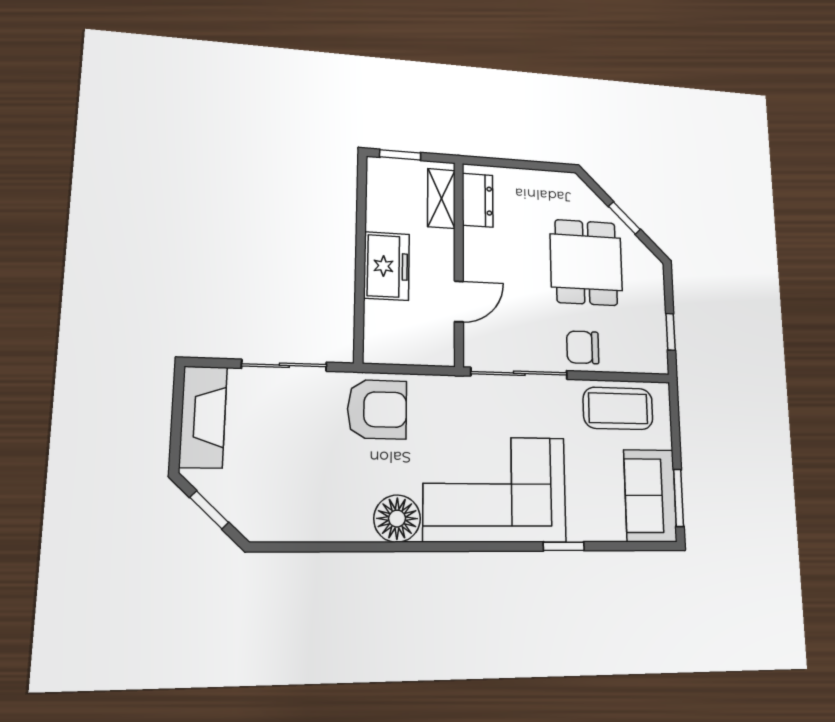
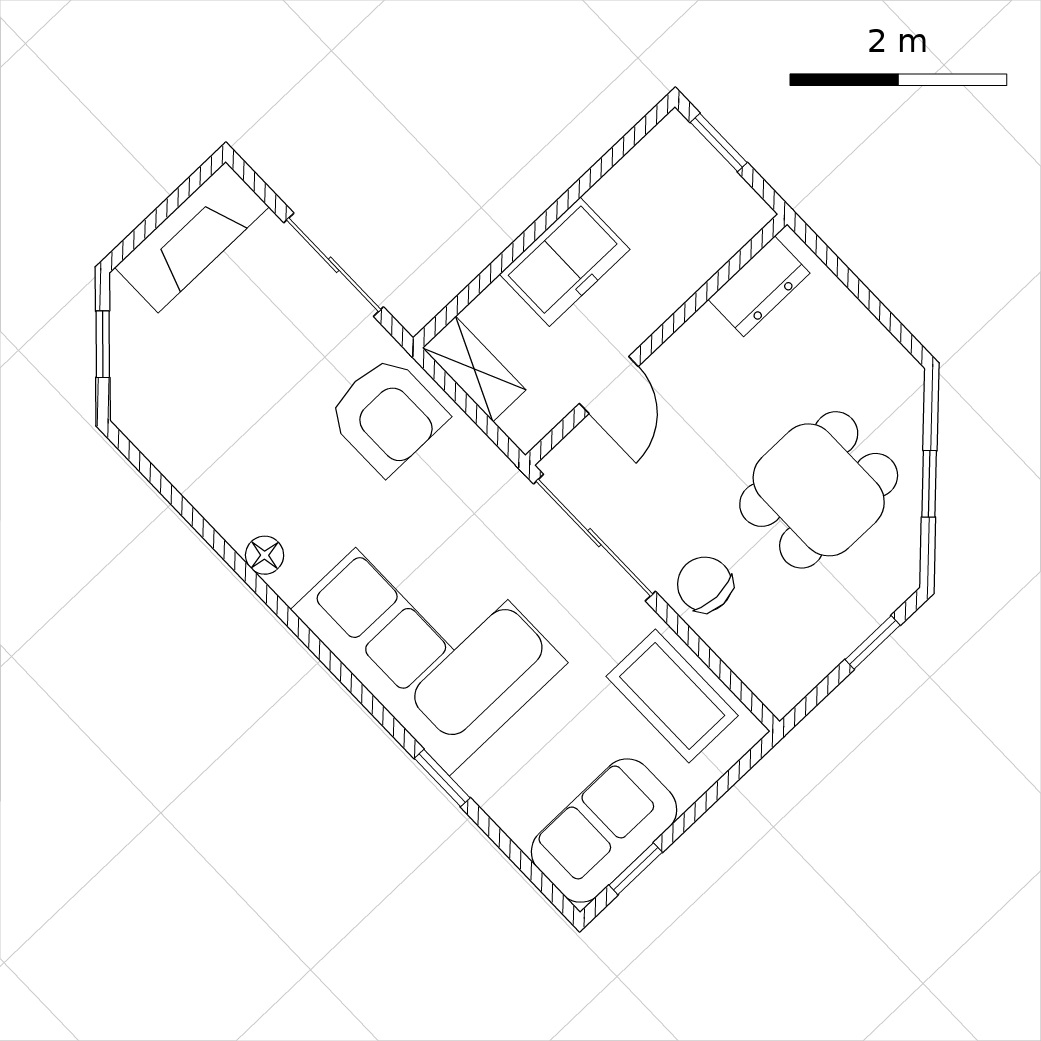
shelving: (441, 198) -> (474, 369), moved, turned 90
door: (459, 301) -> (609, 385), hinge flipped
window: (671, 332) -> (873, 642), moved
window: (679, 498) -> (636, 869), width x0.67
floor lamp: (397, 519) -> (265, 555), width x0.53, depth x0.53

